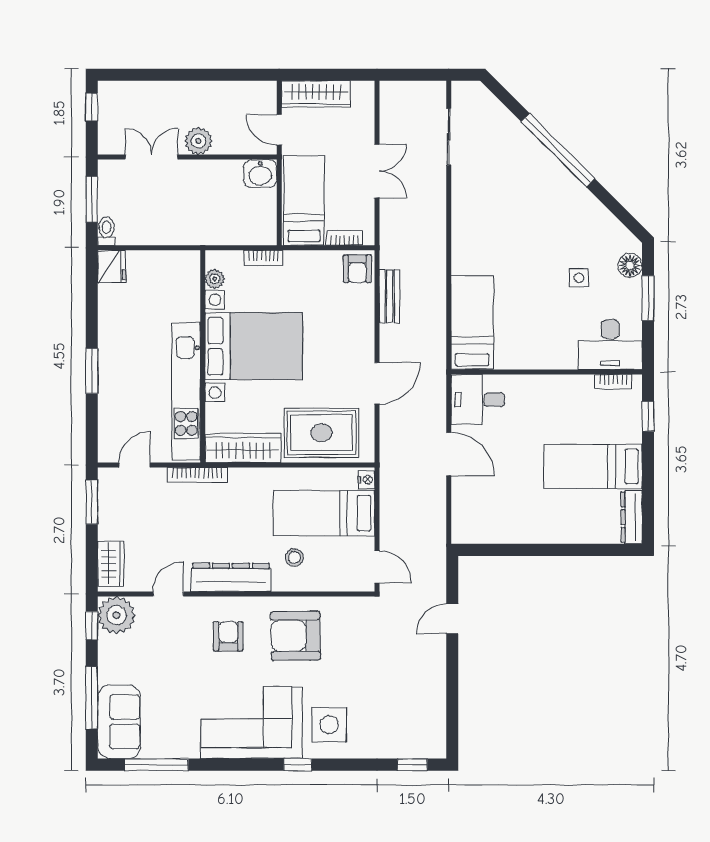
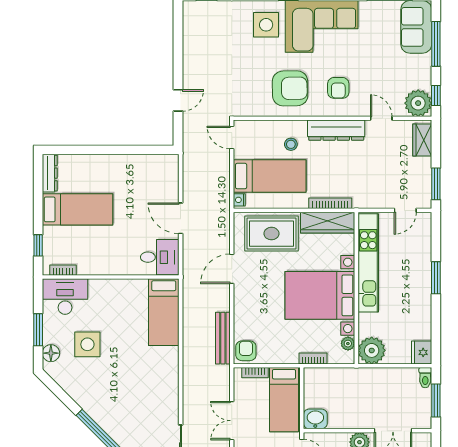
plant: (181, 269) -> (372, 350), added
side table: (579, 278) -> (87, 344), width x1.87, depth x1.87
bench: (390, 296) -> (223, 338), width x1.36
bookcase: (197, 475) -> (330, 203), moved
door: (168, 594) -> (381, 118), swing flipped

